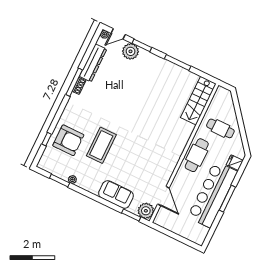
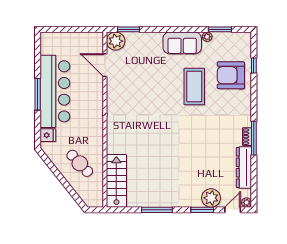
cafe table: (220, 128) -> (80, 163), turned 47
cafe table: (197, 155) -> (91, 124), removed
sofa: (116, 195) -> (182, 43), moved

